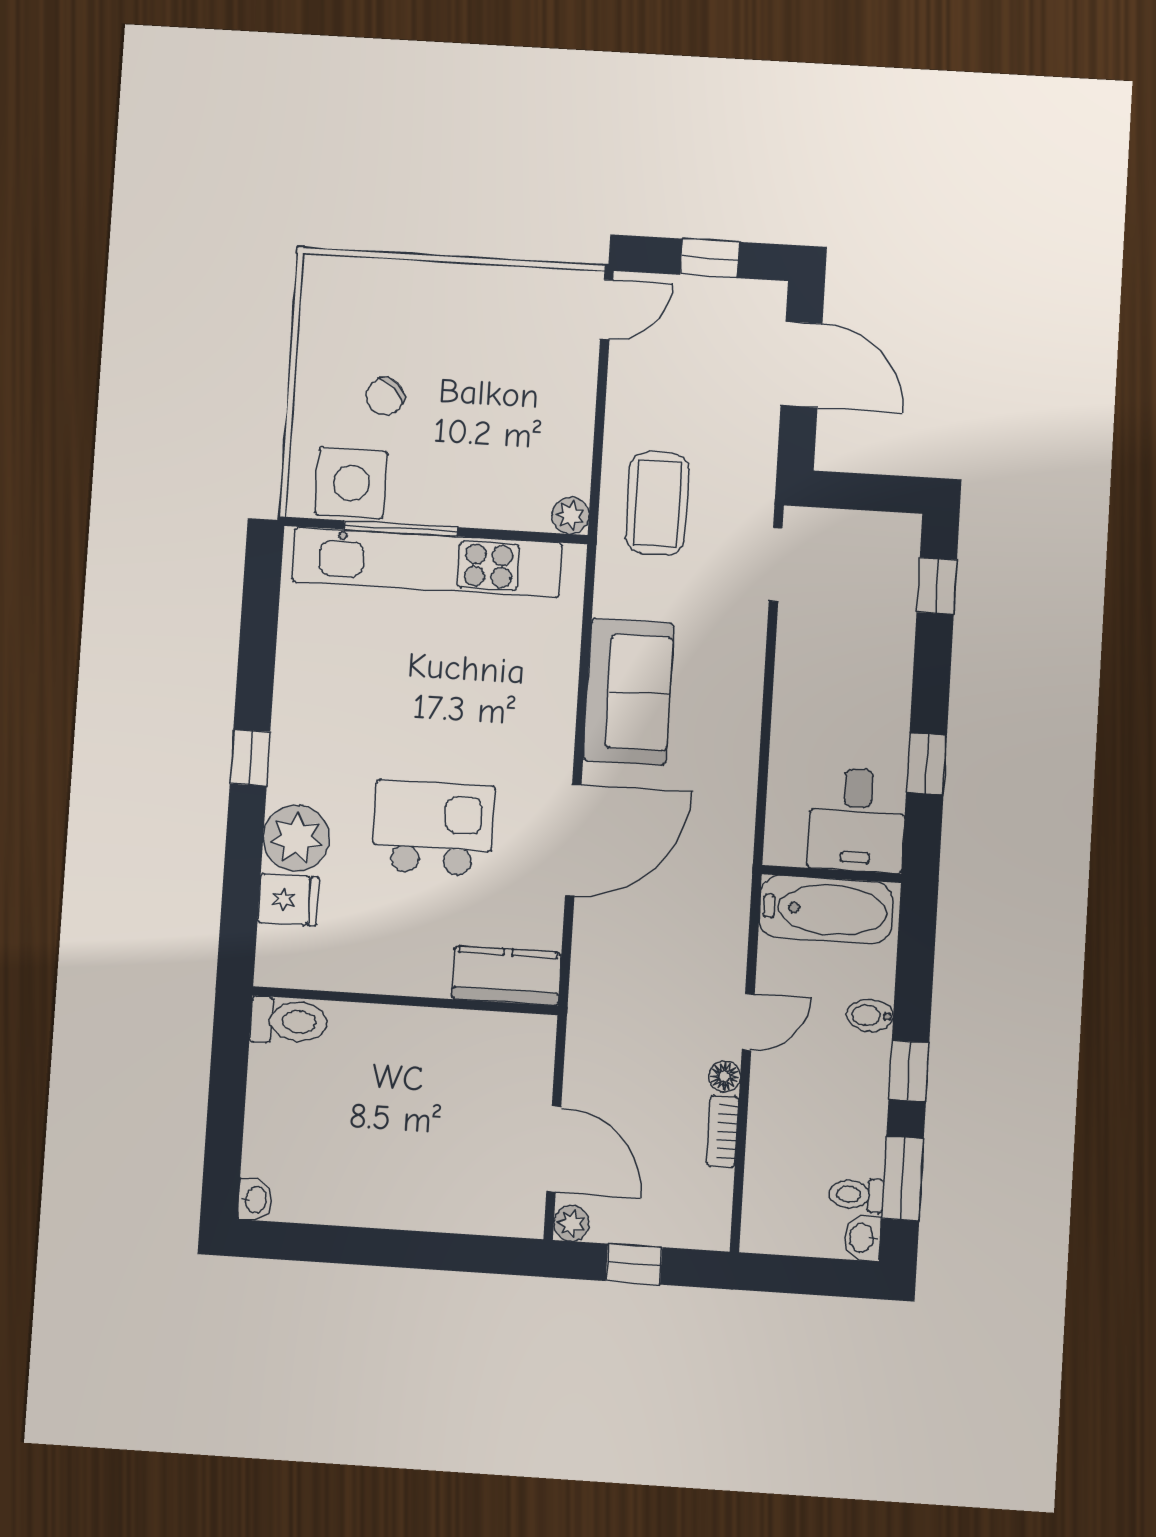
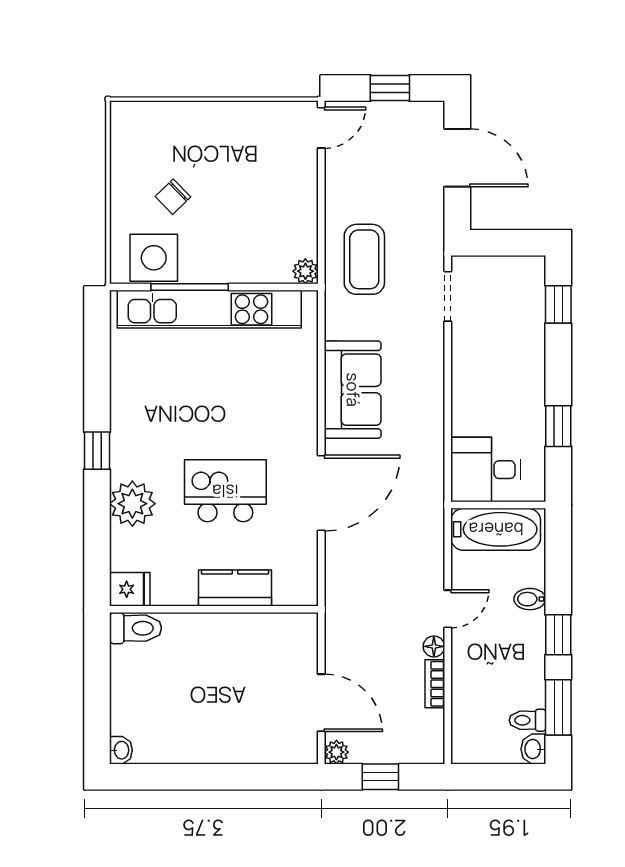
desk: (857, 820) -> (486, 470), moved, turned 90
fridge: (288, 900) -> (130, 589), moved
kitchen counter: (506, 976) -> (235, 588), moved

